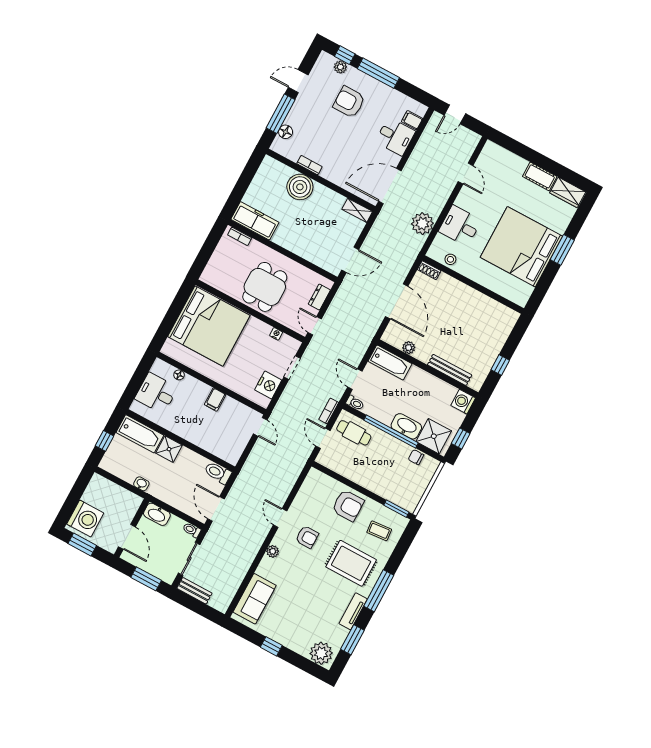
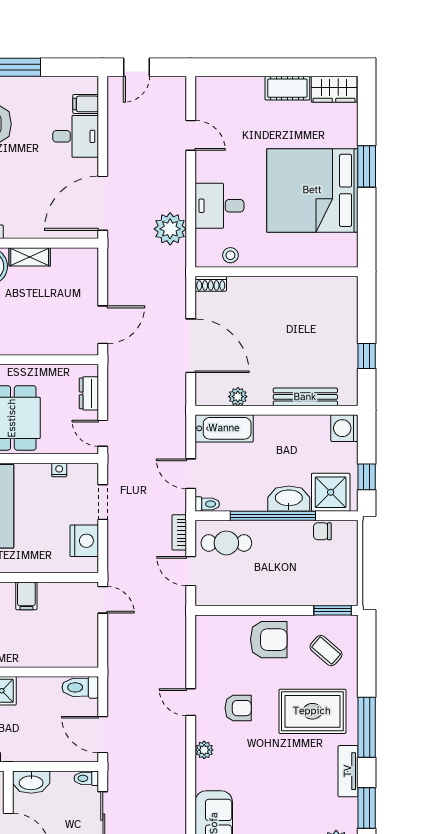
shelving: (357, 210) -> (30, 257), moved
coffee table: (379, 531) -> (326, 651), turned 46

